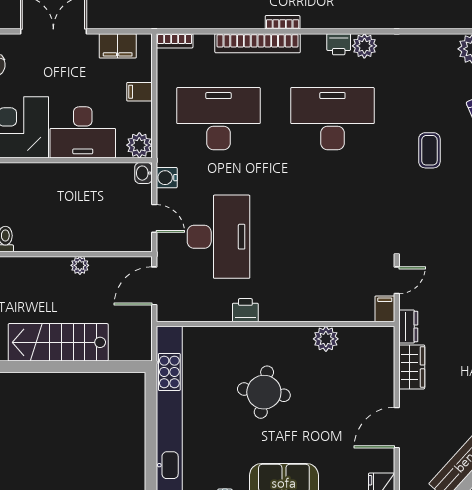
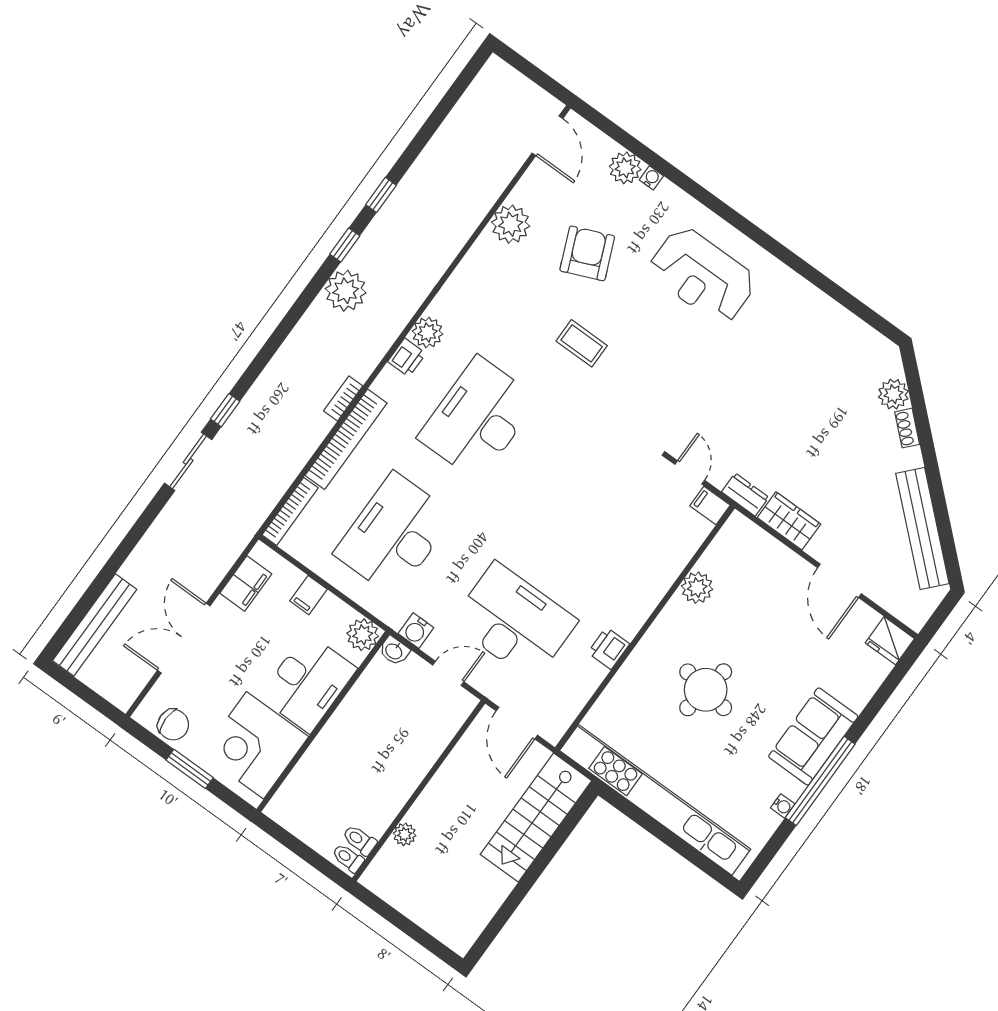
bookcase: (175, 41) -> (290, 511), width x1.56
plant: (80, 265) -> (405, 834), moved
stairs: (58, 342) -> (536, 818), moved

